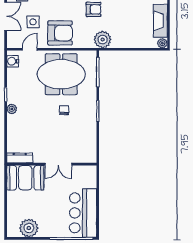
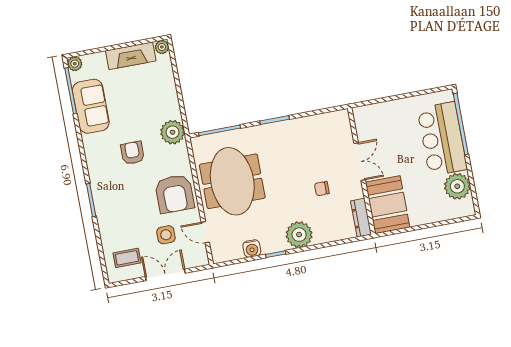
armchair: (60, 33) -> (175, 194), turned 180
water cooler: (13, 61) -> (252, 249), moved
plant: (12, 109) -> (299, 235), width x1.87, depth x1.87
chair: (64, 110) -> (322, 189), moved
bar counter: (83, 213) -> (442, 139), moved, turned 90

